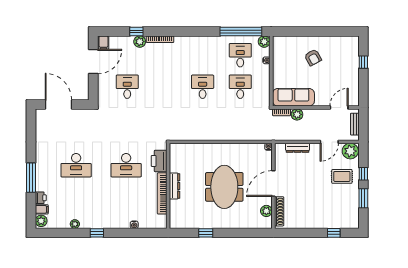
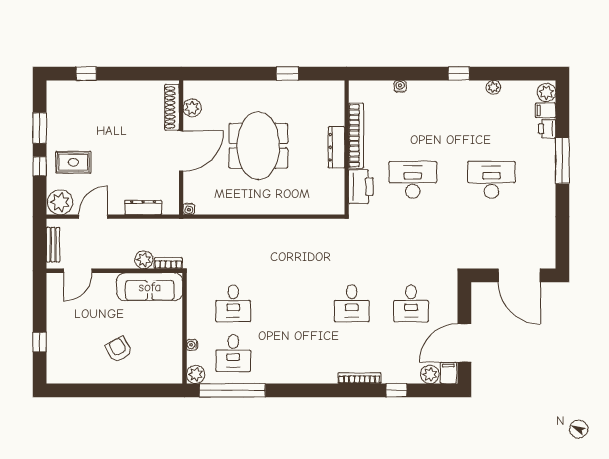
plant: (140, 42) -> (430, 374), moved
desk: (203, 87) -> (352, 303), moved

